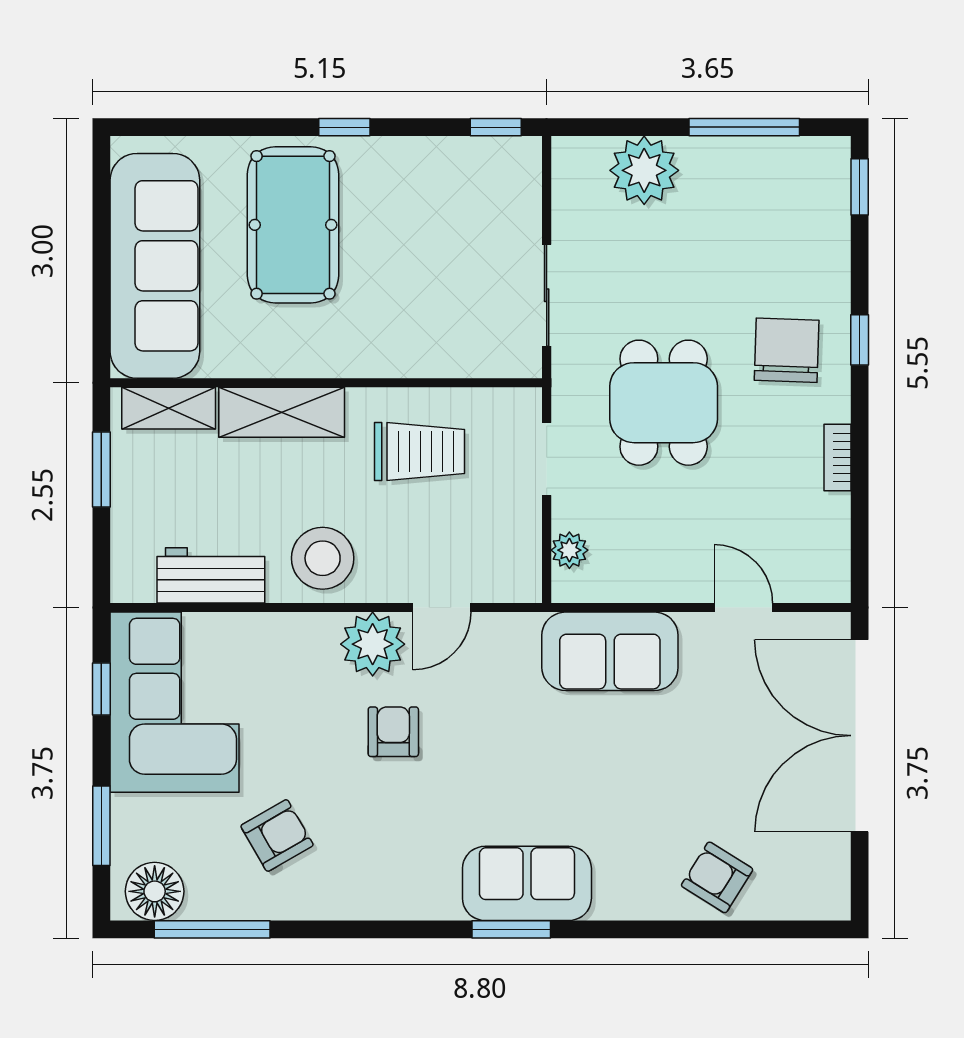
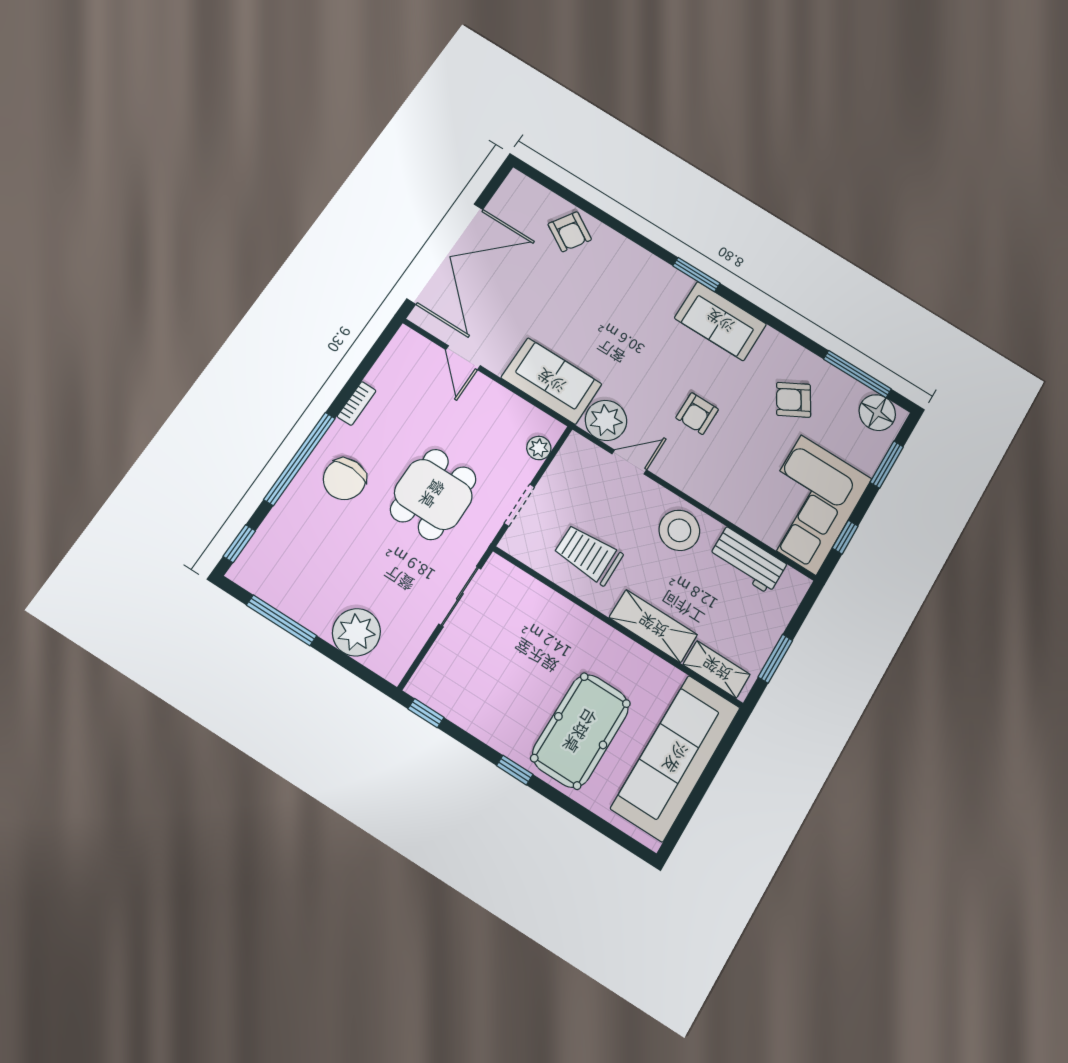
window: (860, 340) -> (300, 459), width x3.17
plant: (373, 644) -> (606, 420), moved
sofa: (527, 883) -> (720, 321), moved

